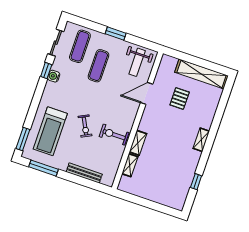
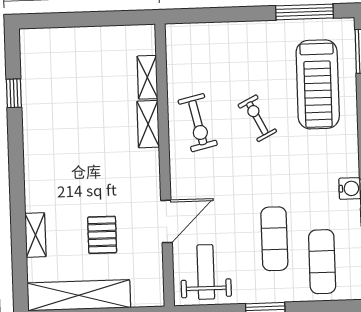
treadmill: (50, 131) -> (318, 84), turned 180
exercise bike: (114, 135) -> (198, 123), turned 77
shelving: (201, 140) -> (35, 235), moved
bench: (84, 173) -> (226, 31), removed

